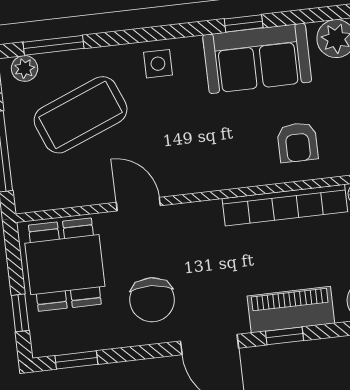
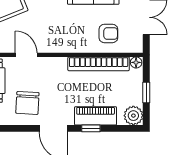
armchair: (297, 142) -> (108, 33), turned -90

